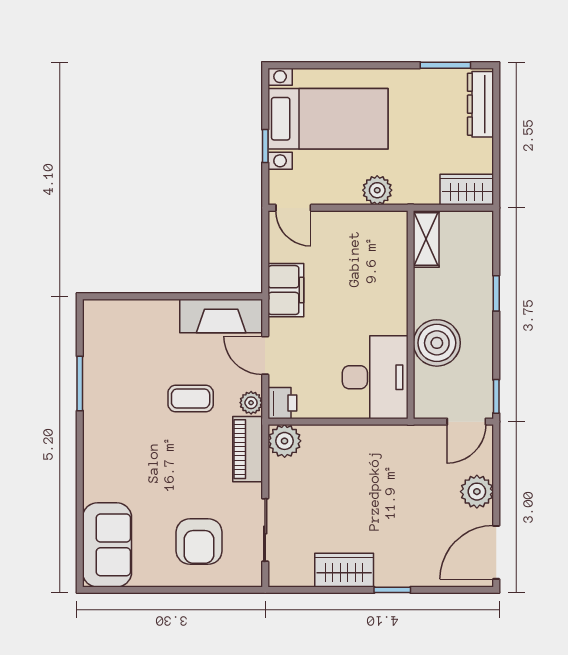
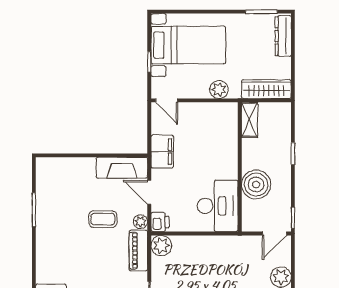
wardrobe: (467, 190) -> (266, 89), width x1.50

